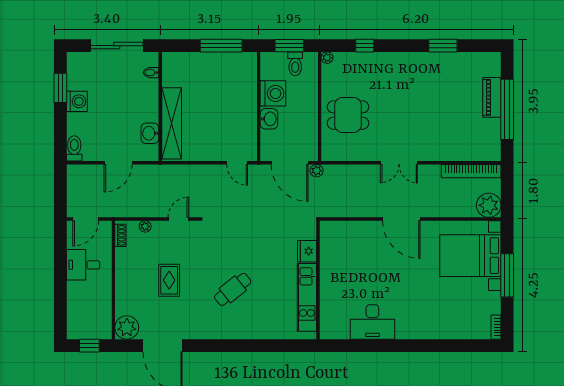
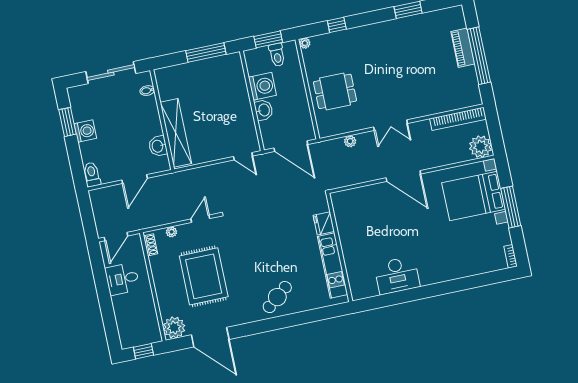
plant: (317, 171) -> (350, 141), moved
rug: (169, 280) -> (204, 276), width x1.86, depth x2.06
cafe table: (233, 289) -> (277, 297), moved

